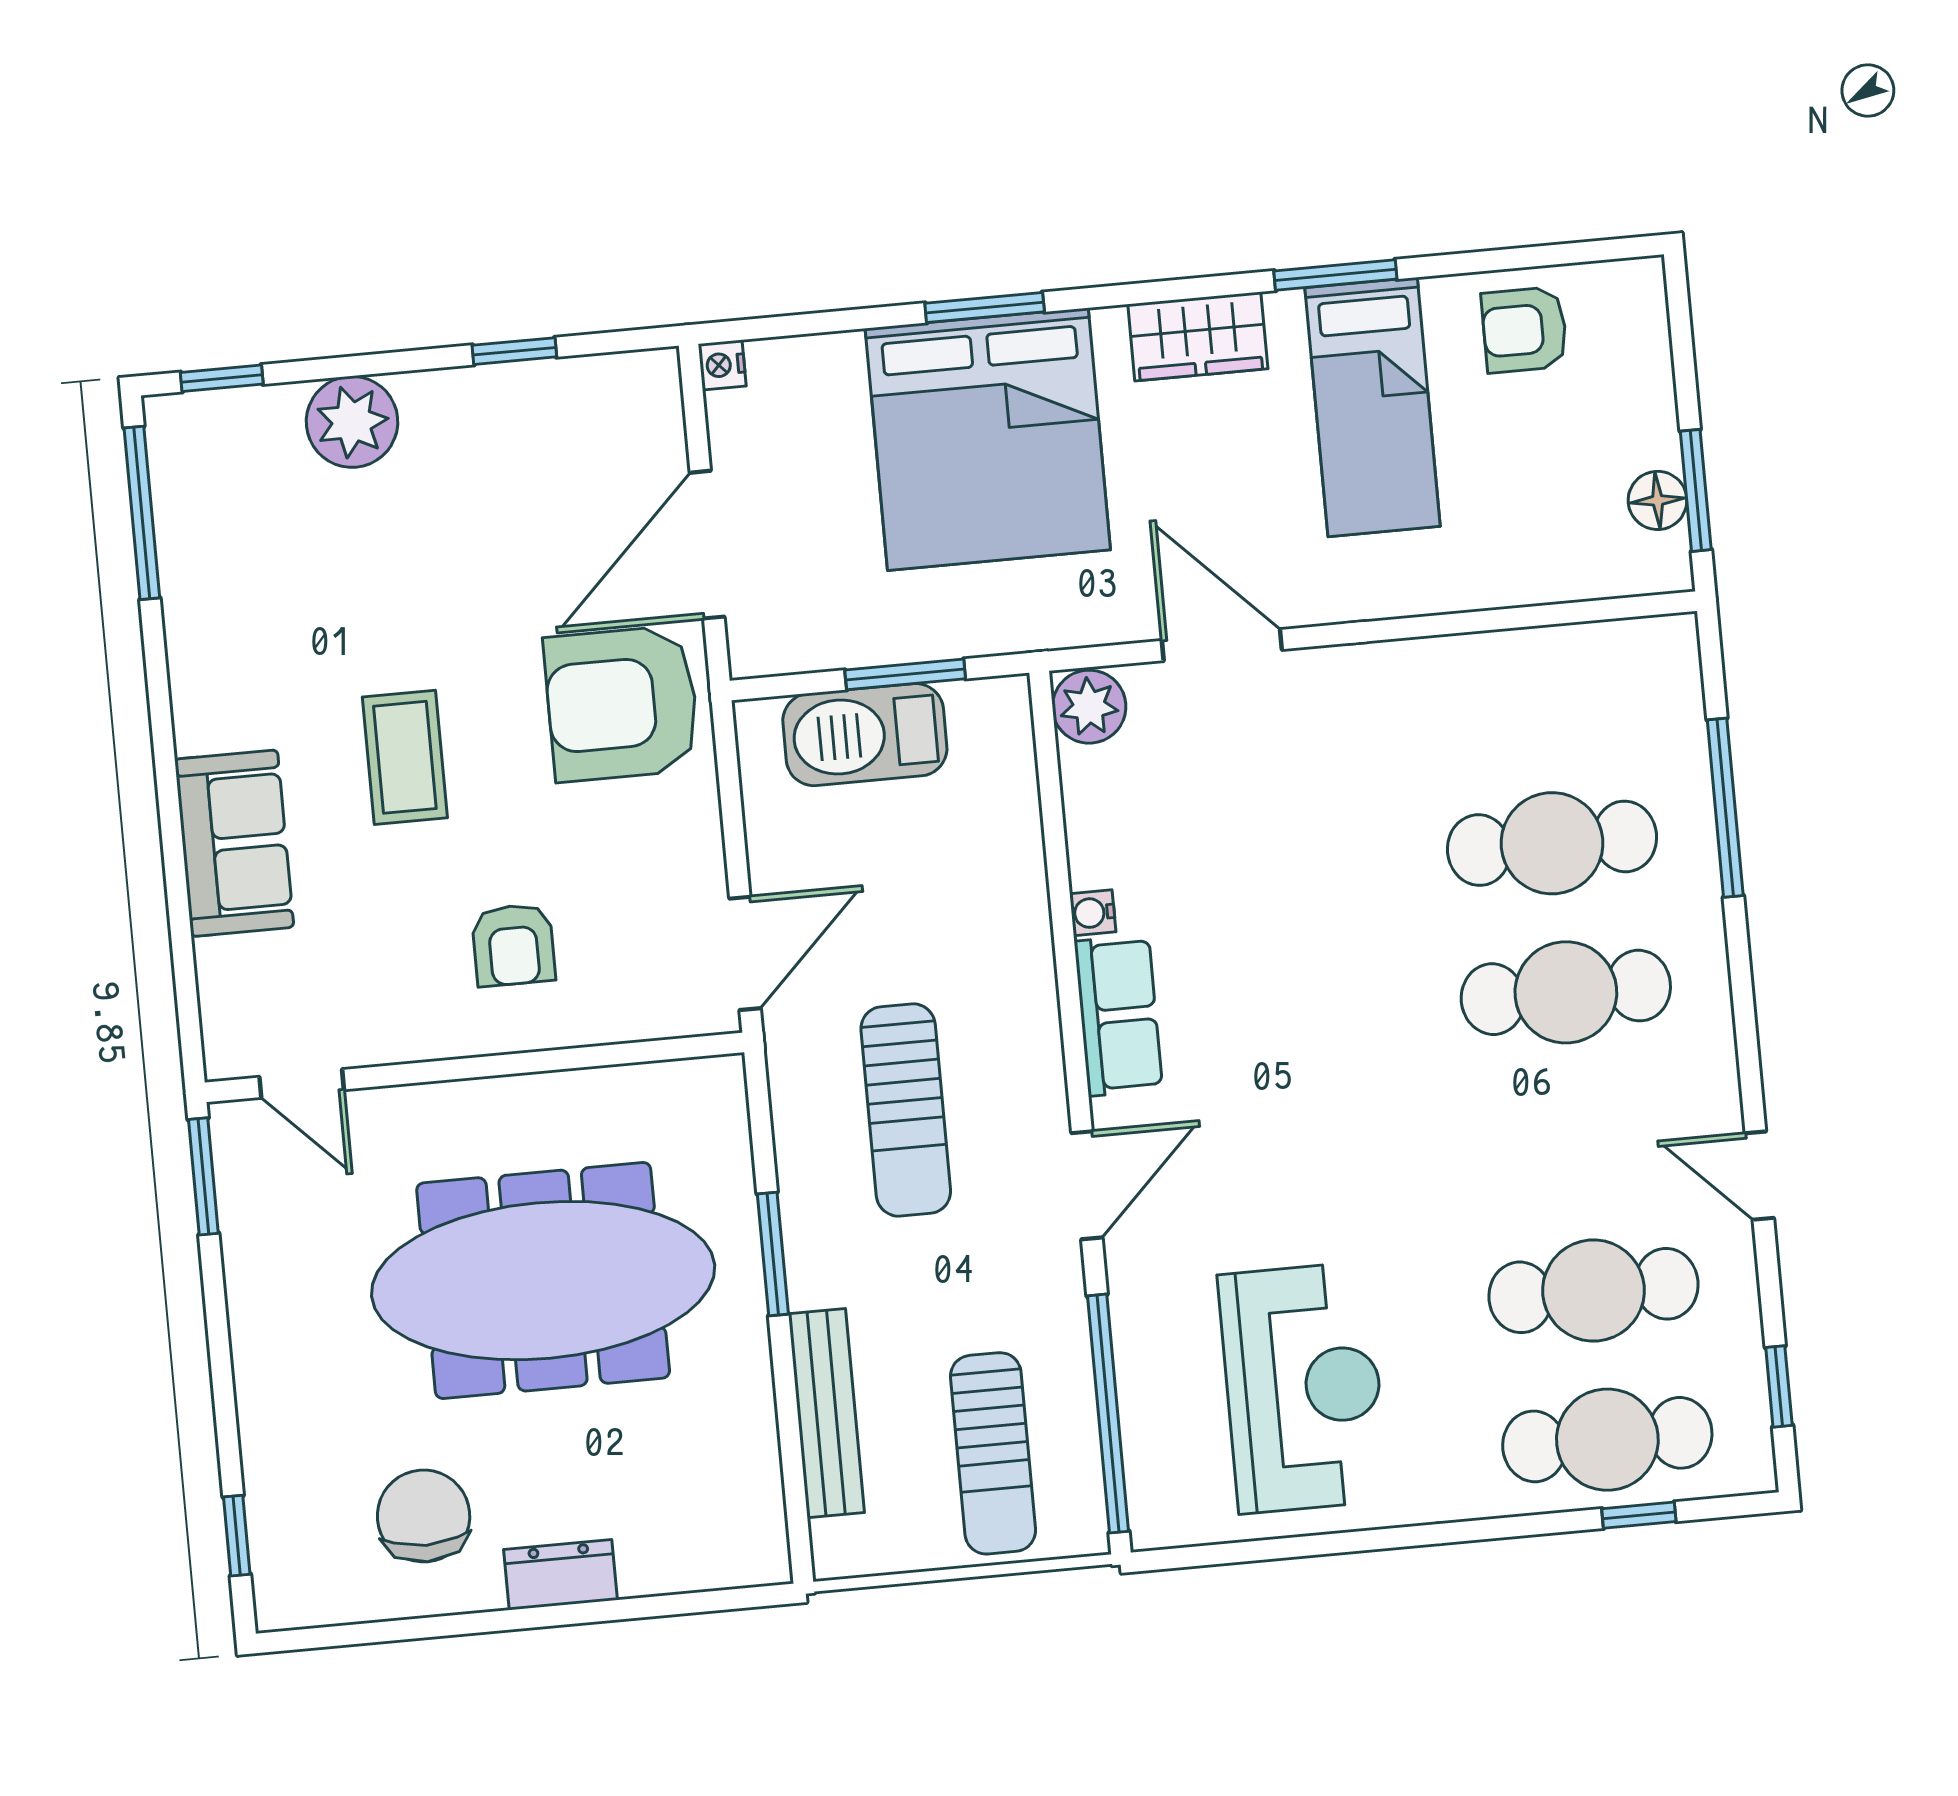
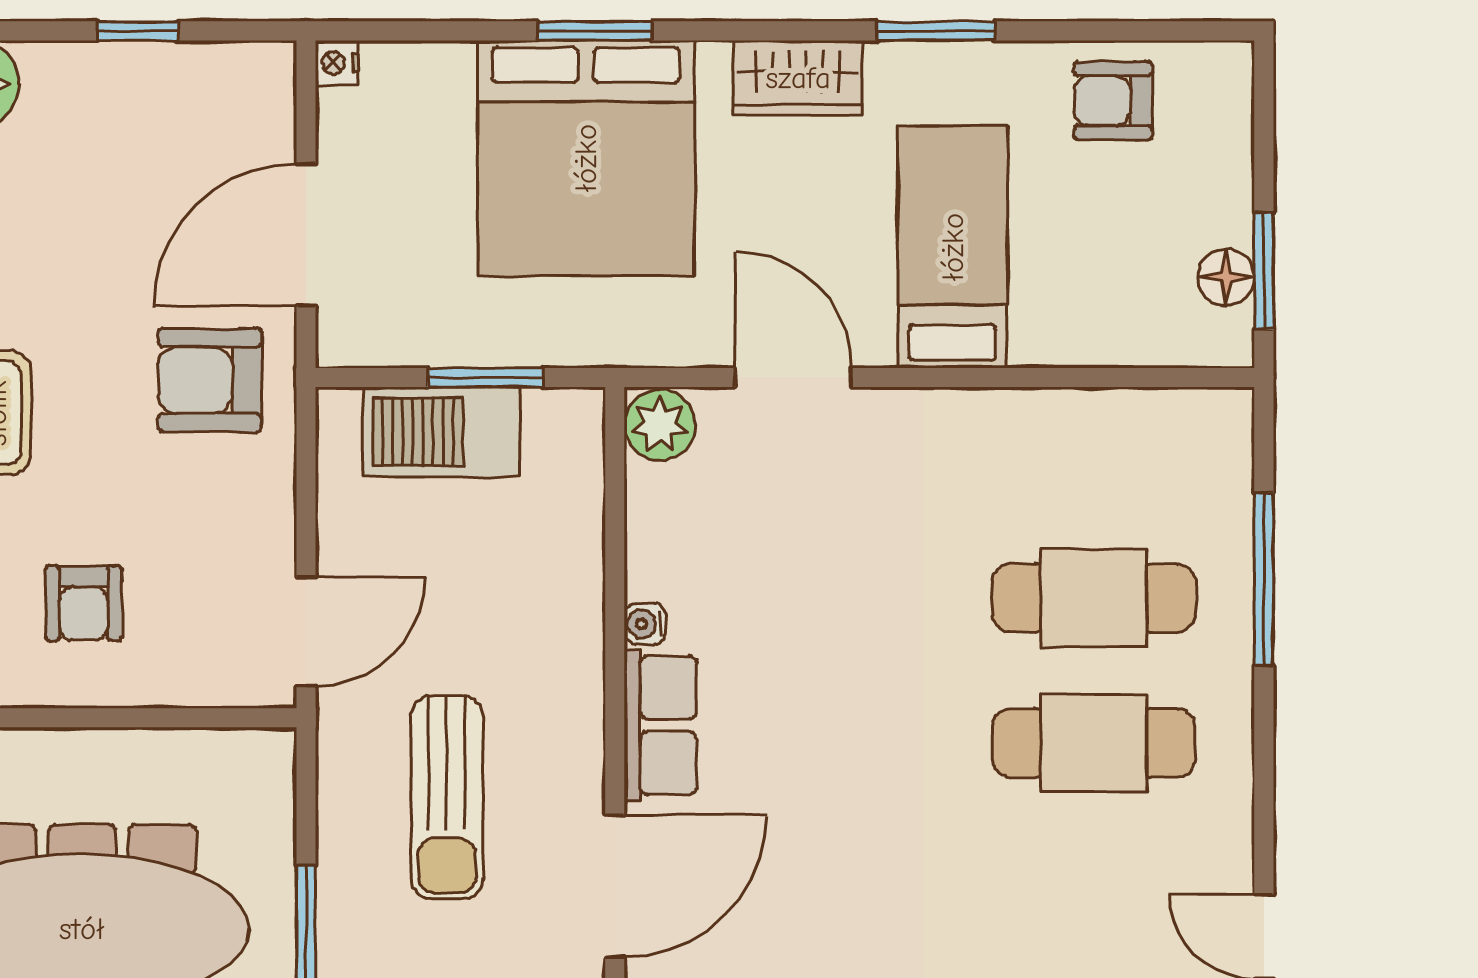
bed: (1373, 407) -> (953, 247), moved, turned 180
armchair: (622, 704) -> (210, 380), width x0.73, depth x0.73
door: (1087, 1185) -> (615, 886), width x1.36

